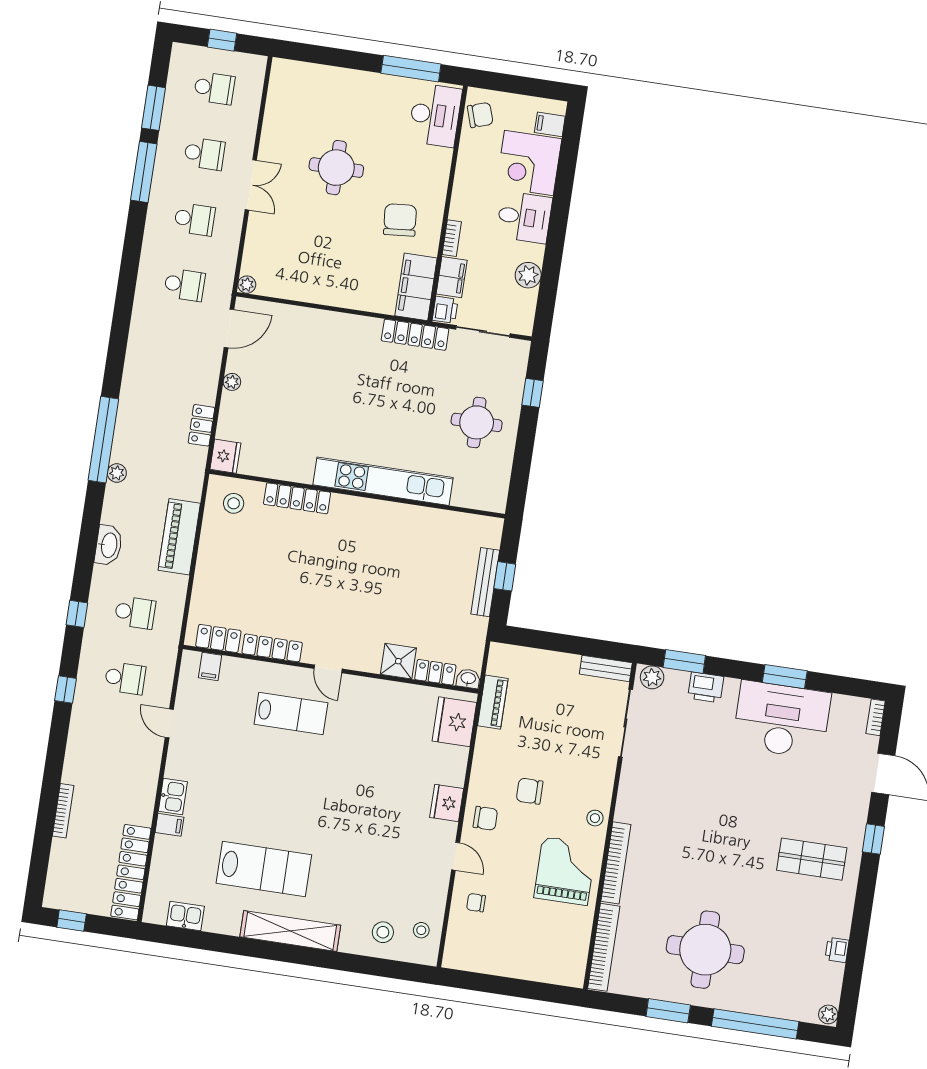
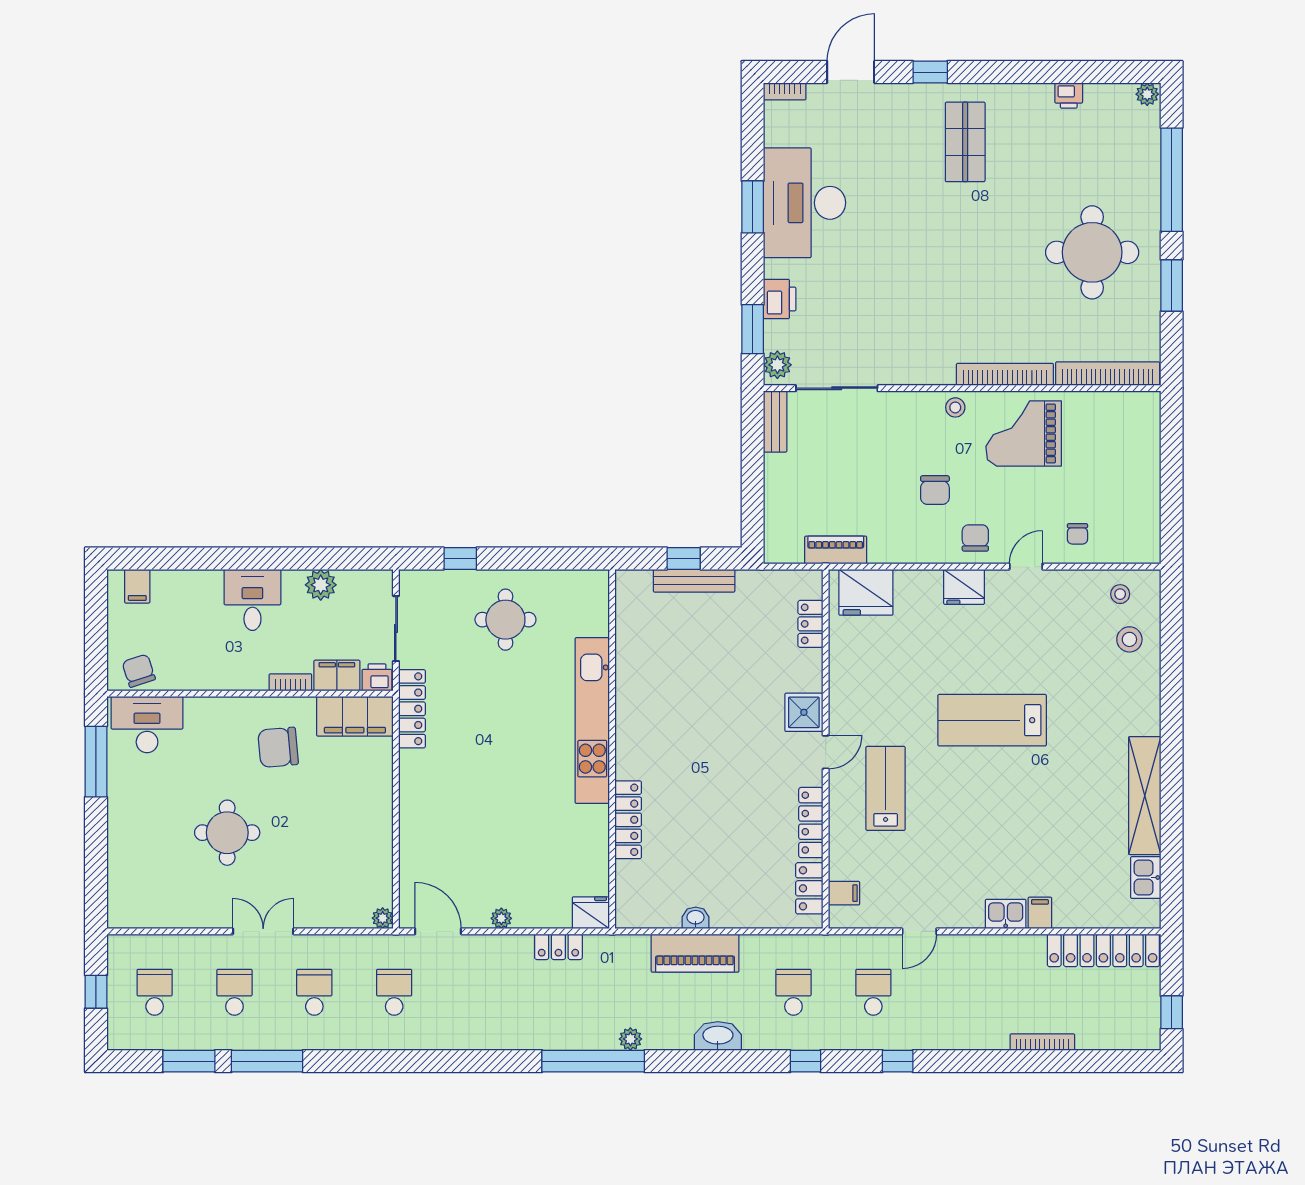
corner desk: (529, 163) -> (187, 604), removed
stool: (234, 503) -> (646, 894), removed
shower: (398, 661) -> (804, 712), moved
washbasin: (468, 679) -> (696, 918), moved, turned 90
lab bench: (264, 869) -> (992, 720), moved, turned -90
shelving: (290, 931) -> (1145, 796), moved

